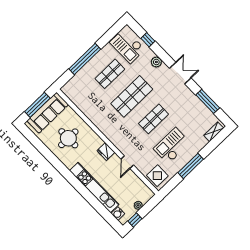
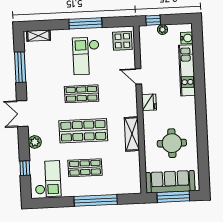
shelving: (99, 122) -> (132, 134), added
checkout: (172, 146) -> (86, 56), turned 90
door: (127, 162) -> (138, 76), swing flipped
kitchen unit: (94, 187) -> (187, 70), width x0.73
window: (135, 220) -> (153, 20), moved

